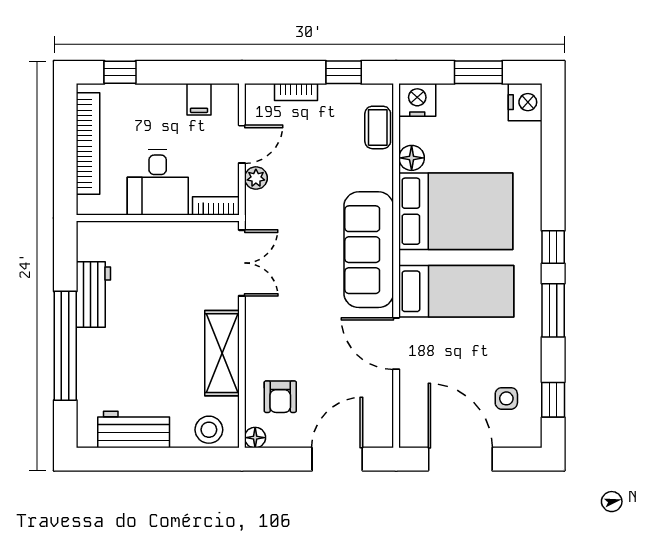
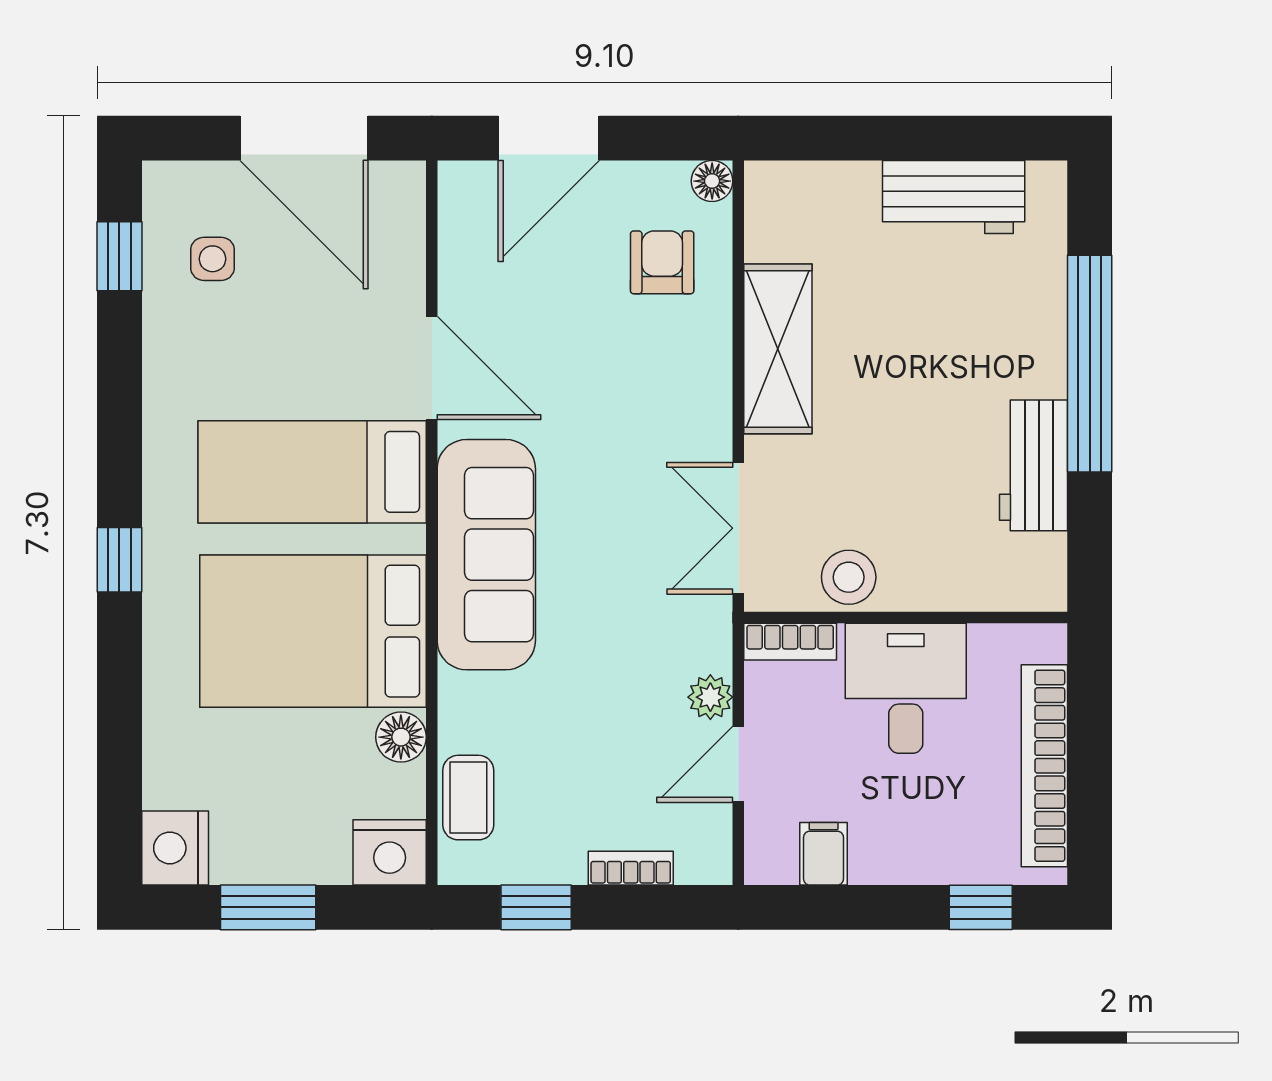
window: (553, 310) -> (119, 434), removed
stool: (209, 430) -> (849, 577), moved

